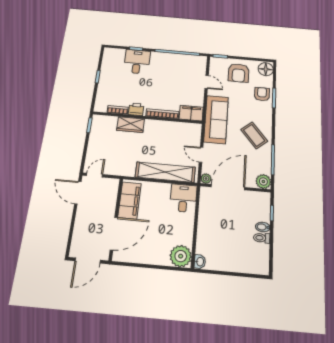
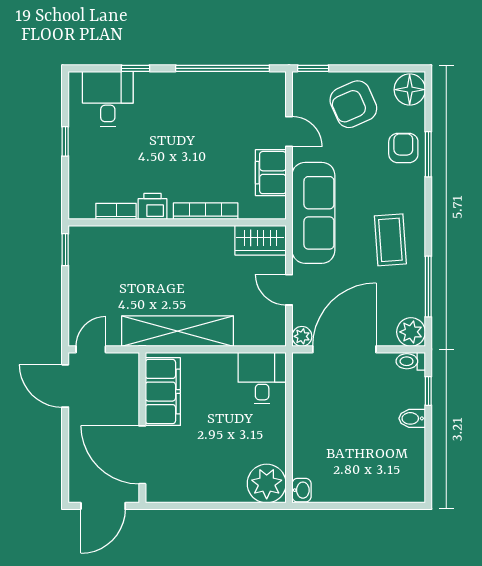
desk: (137, 62) -> (108, 99), moved
armchair: (239, 73) -> (353, 104), turned 66
filing cabinet: (191, 113) -> (271, 173), moved, turned -90
wardrobe: (131, 125) -> (260, 240), moved
coffee table: (254, 135) -> (390, 240), turned 36
shelving: (165, 172) -> (178, 331), moved
door: (114, 234) -> (142, 455), swing flipped
toilet: (262, 238) -> (411, 361), moved

